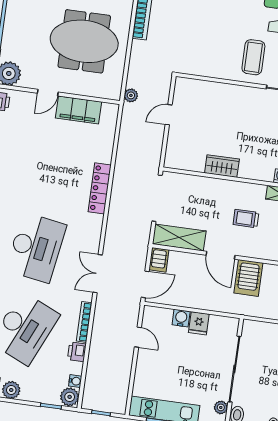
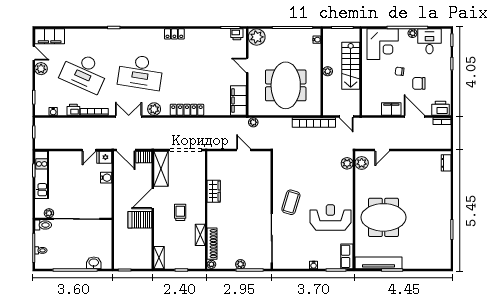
coffee table: (253, 57) -> (291, 202), turned -73
filing cabinet: (78, 110) -> (238, 101), moved
fridge: (199, 323) -> (104, 157), moved
plant: (70, 397) -> (154, 109), moved

